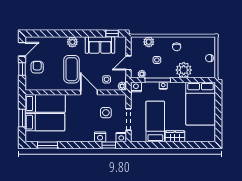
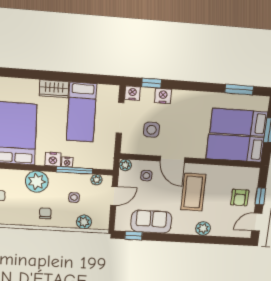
plant: (72, 42) -> (203, 228), moved
nightstand: (136, 87) -> (53, 159), moved

